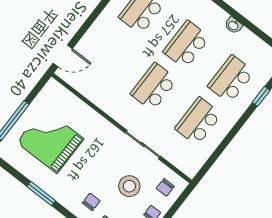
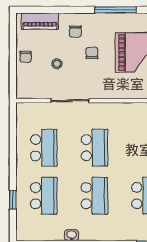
stool: (129, 186) -> (57, 64), width x0.53, depth x0.53
chair: (165, 187) -> (92, 53), moved
window: (41, 194) -> (115, 10), width x1.44

